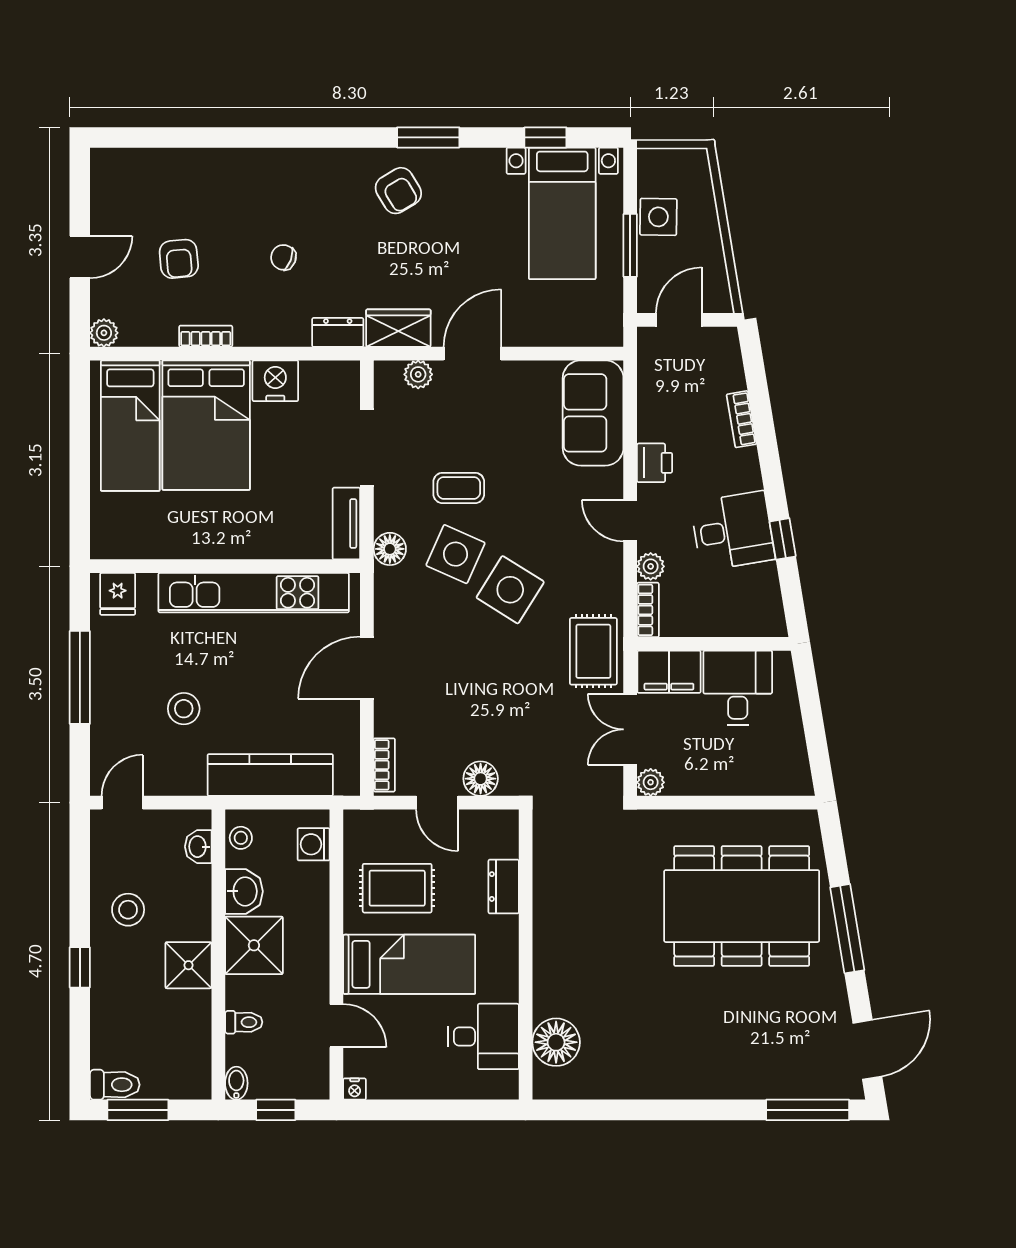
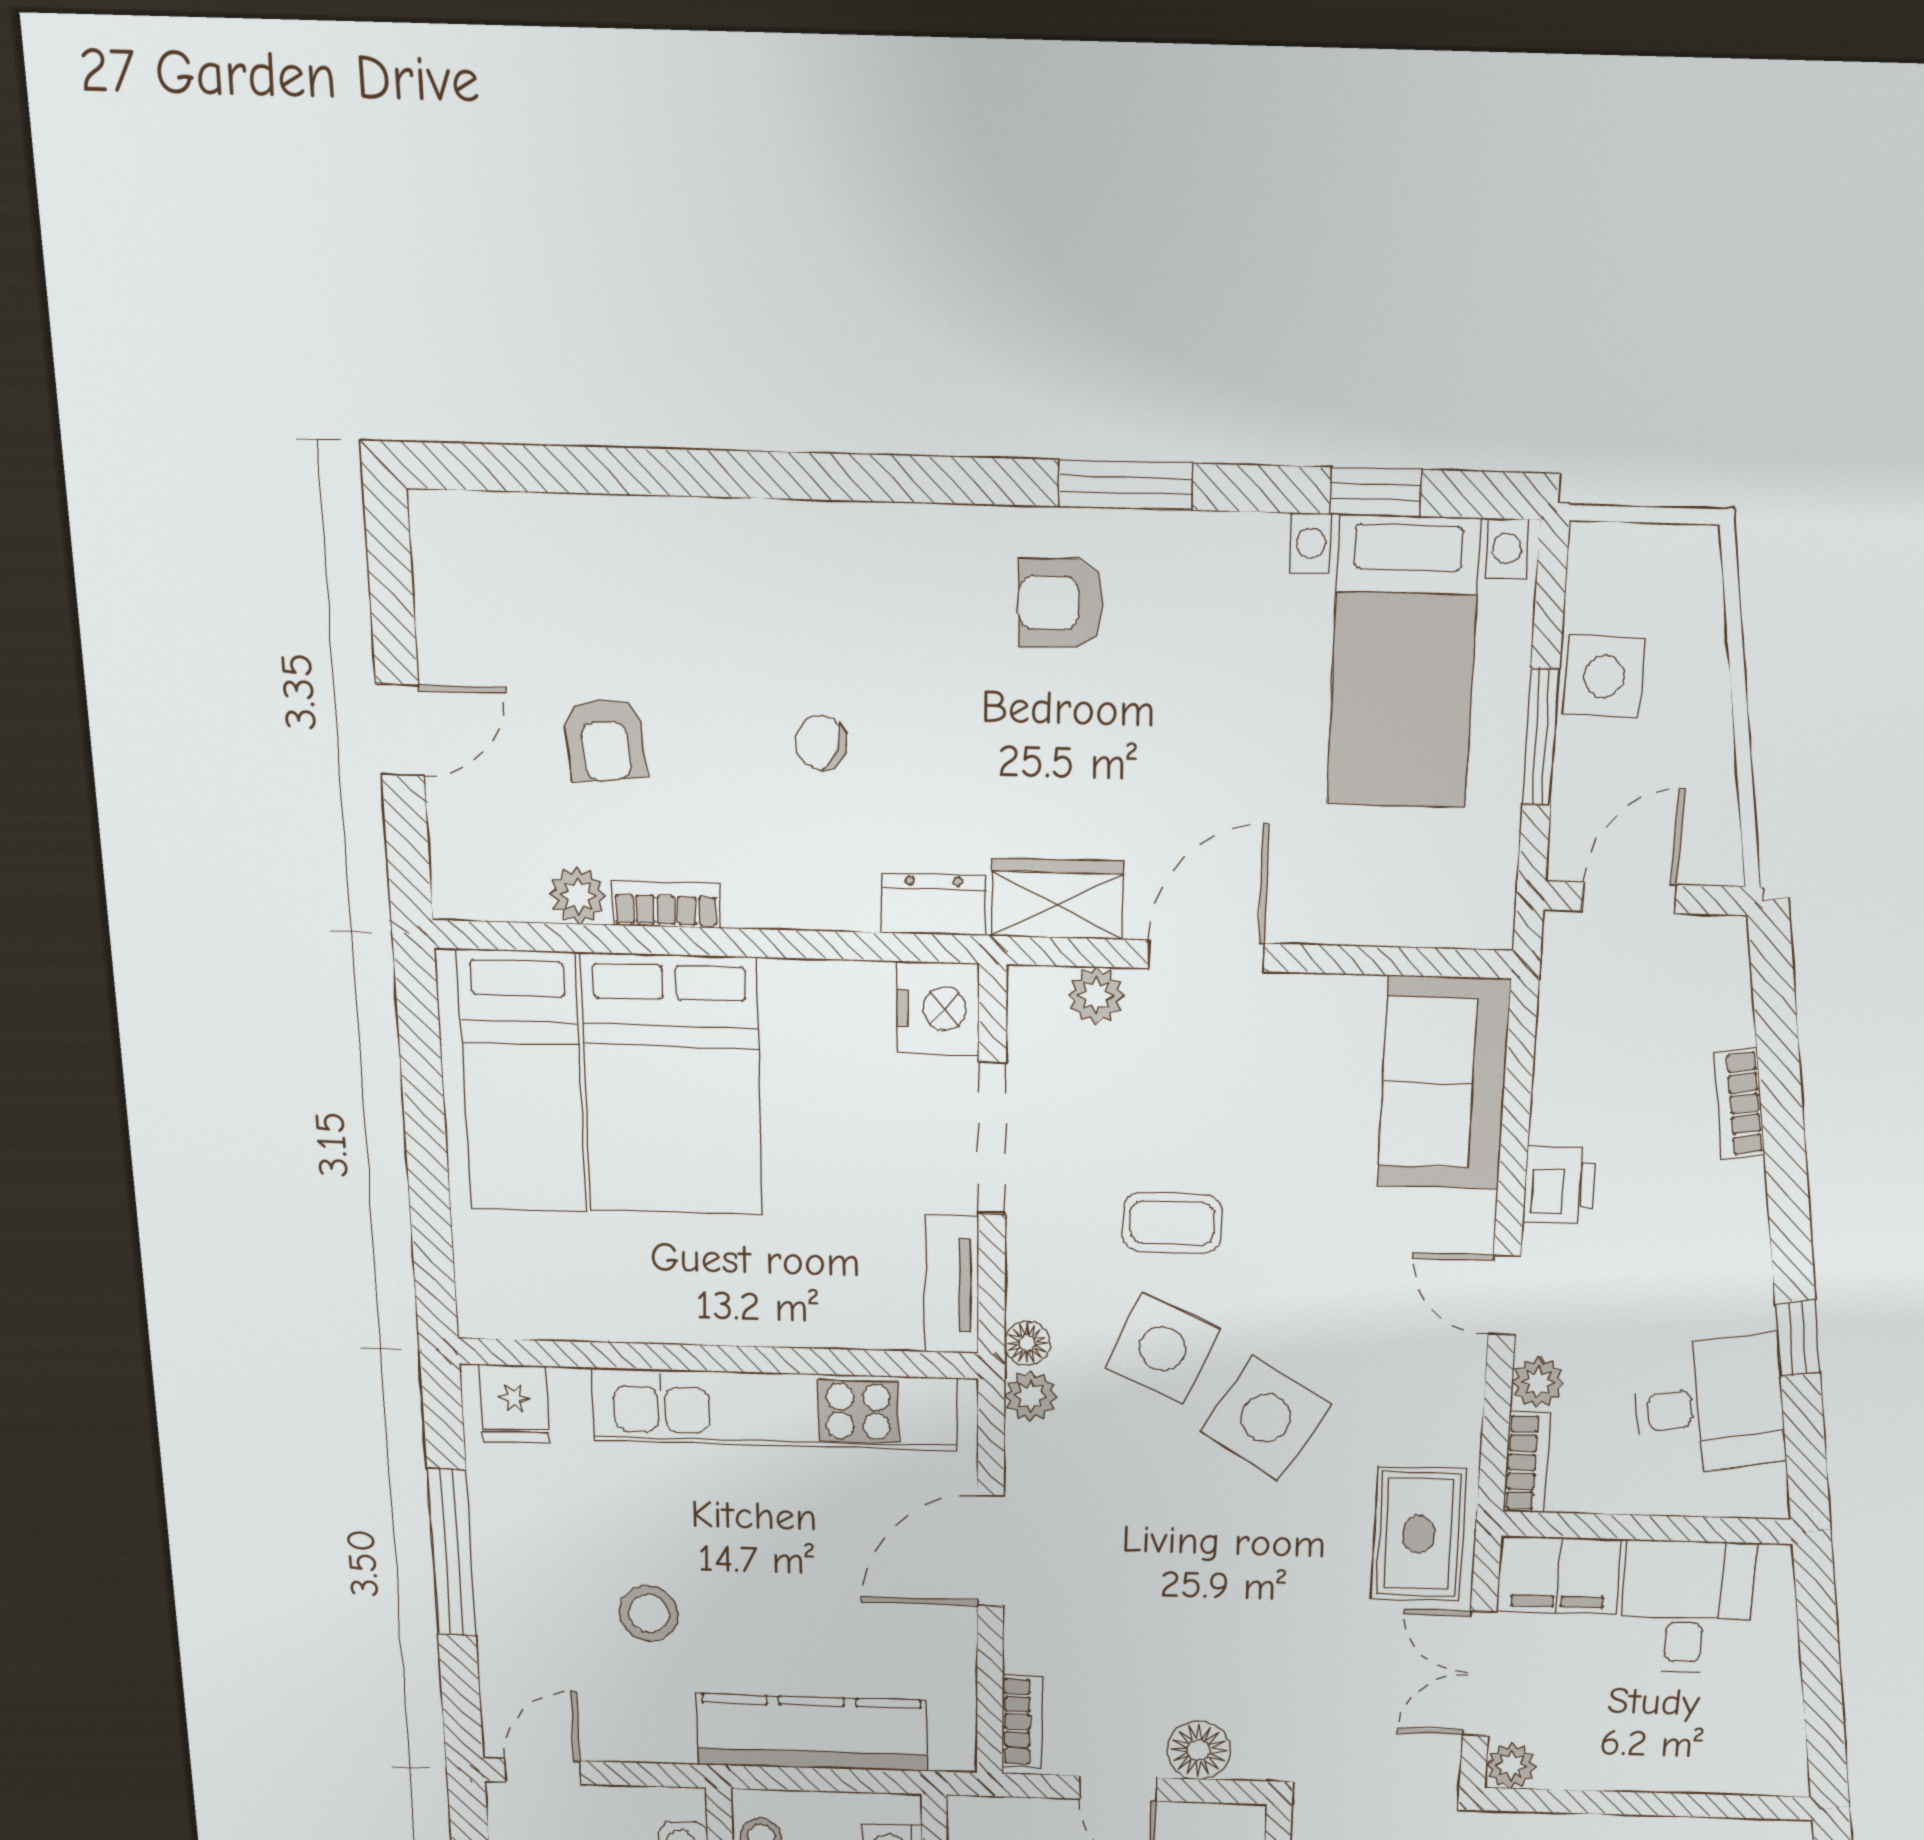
armchair: (398, 191) -> (1060, 603), turned 121
plant: (104, 333) -> (578, 895), moved
nightstand: (275, 381) -> (938, 1009), moved, turned 90
desk: (733, 531) -> (1709, 1406), moved
floor lamp: (390, 549) -> (1027, 1343), width x0.73, depth x0.73
plant: (387, 582) -> (1031, 1396), added

